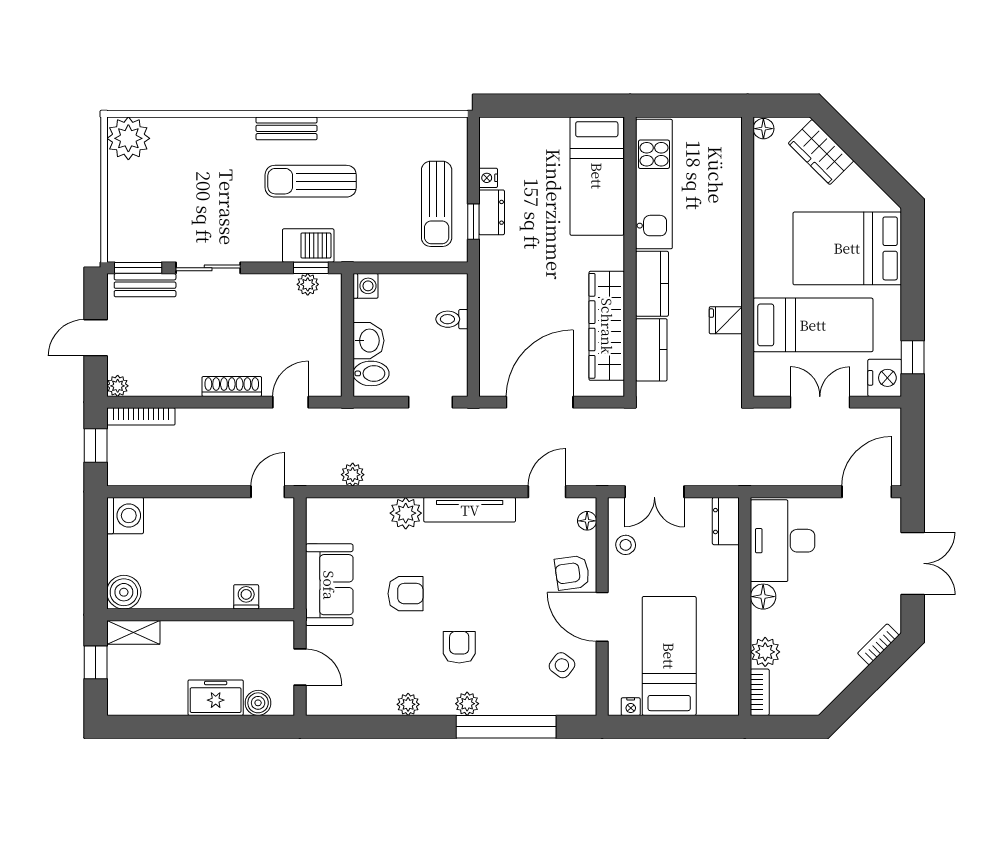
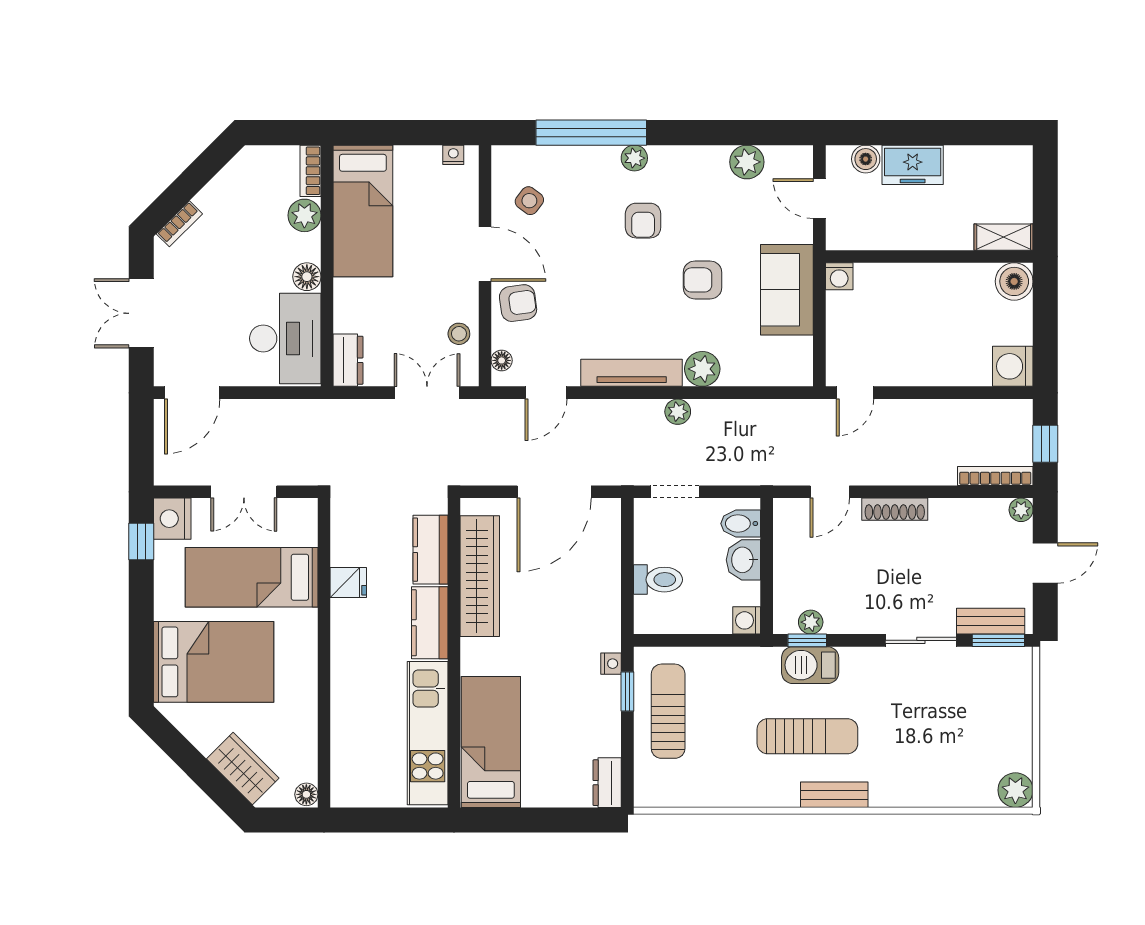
plant: (128, 138) -> (1015, 790), width x0.73, depth x0.73
nightstand: (488, 178) -> (611, 664), moved
dresser: (492, 212) -> (607, 783), moved
toilet: (452, 319) -> (658, 580), width x1.37, depth x1.39
plant: (353, 475) -> (678, 412), moved
washing machine: (246, 597) -> (839, 276), moved
bed: (669, 656) -> (363, 211), moved
window: (96, 662) -> (1045, 204), removed
plant: (408, 704) -> (747, 162), moved, width x1.38, depth x1.38

